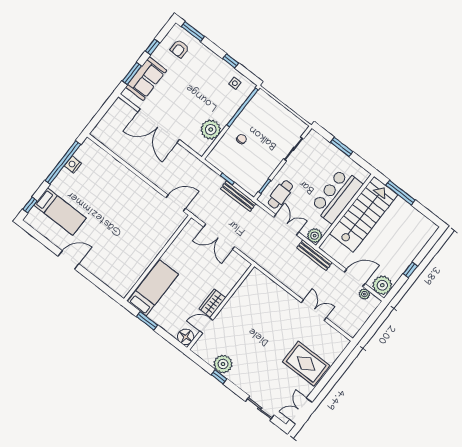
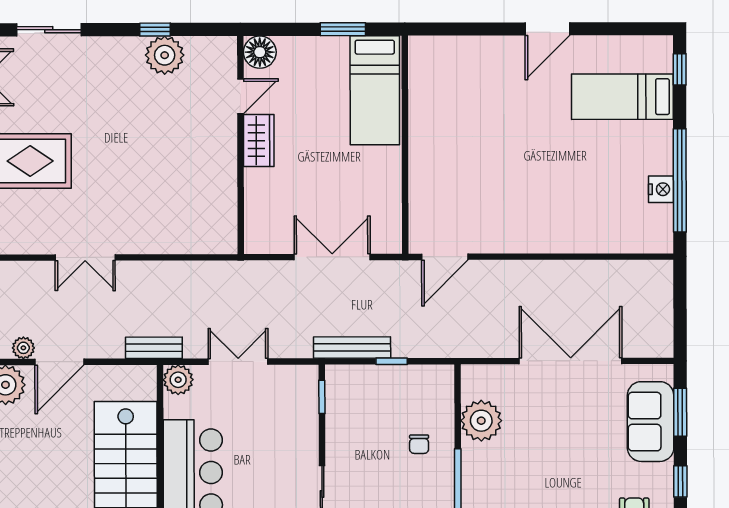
cafe table: (280, 194) -> (286, 403), removed
double door: (286, 225) -> (238, 362), swing flipped
bench: (314, 255) -> (154, 348), width x0.73

